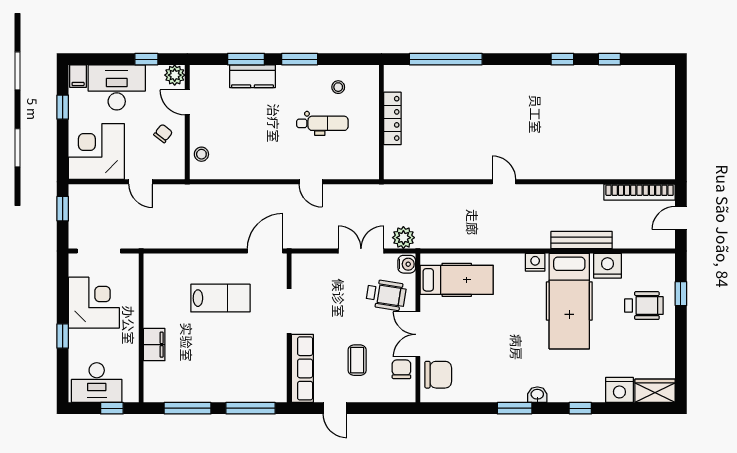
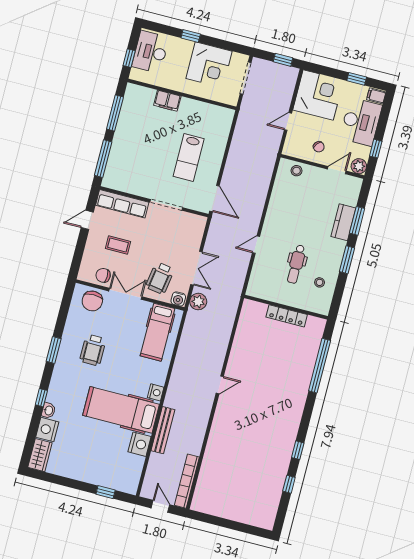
wheelchair: (644, 306) -> (93, 350), moved
chair: (401, 369) -> (103, 275), turned 180
washbasin: (537, 395) -> (48, 410), moved

